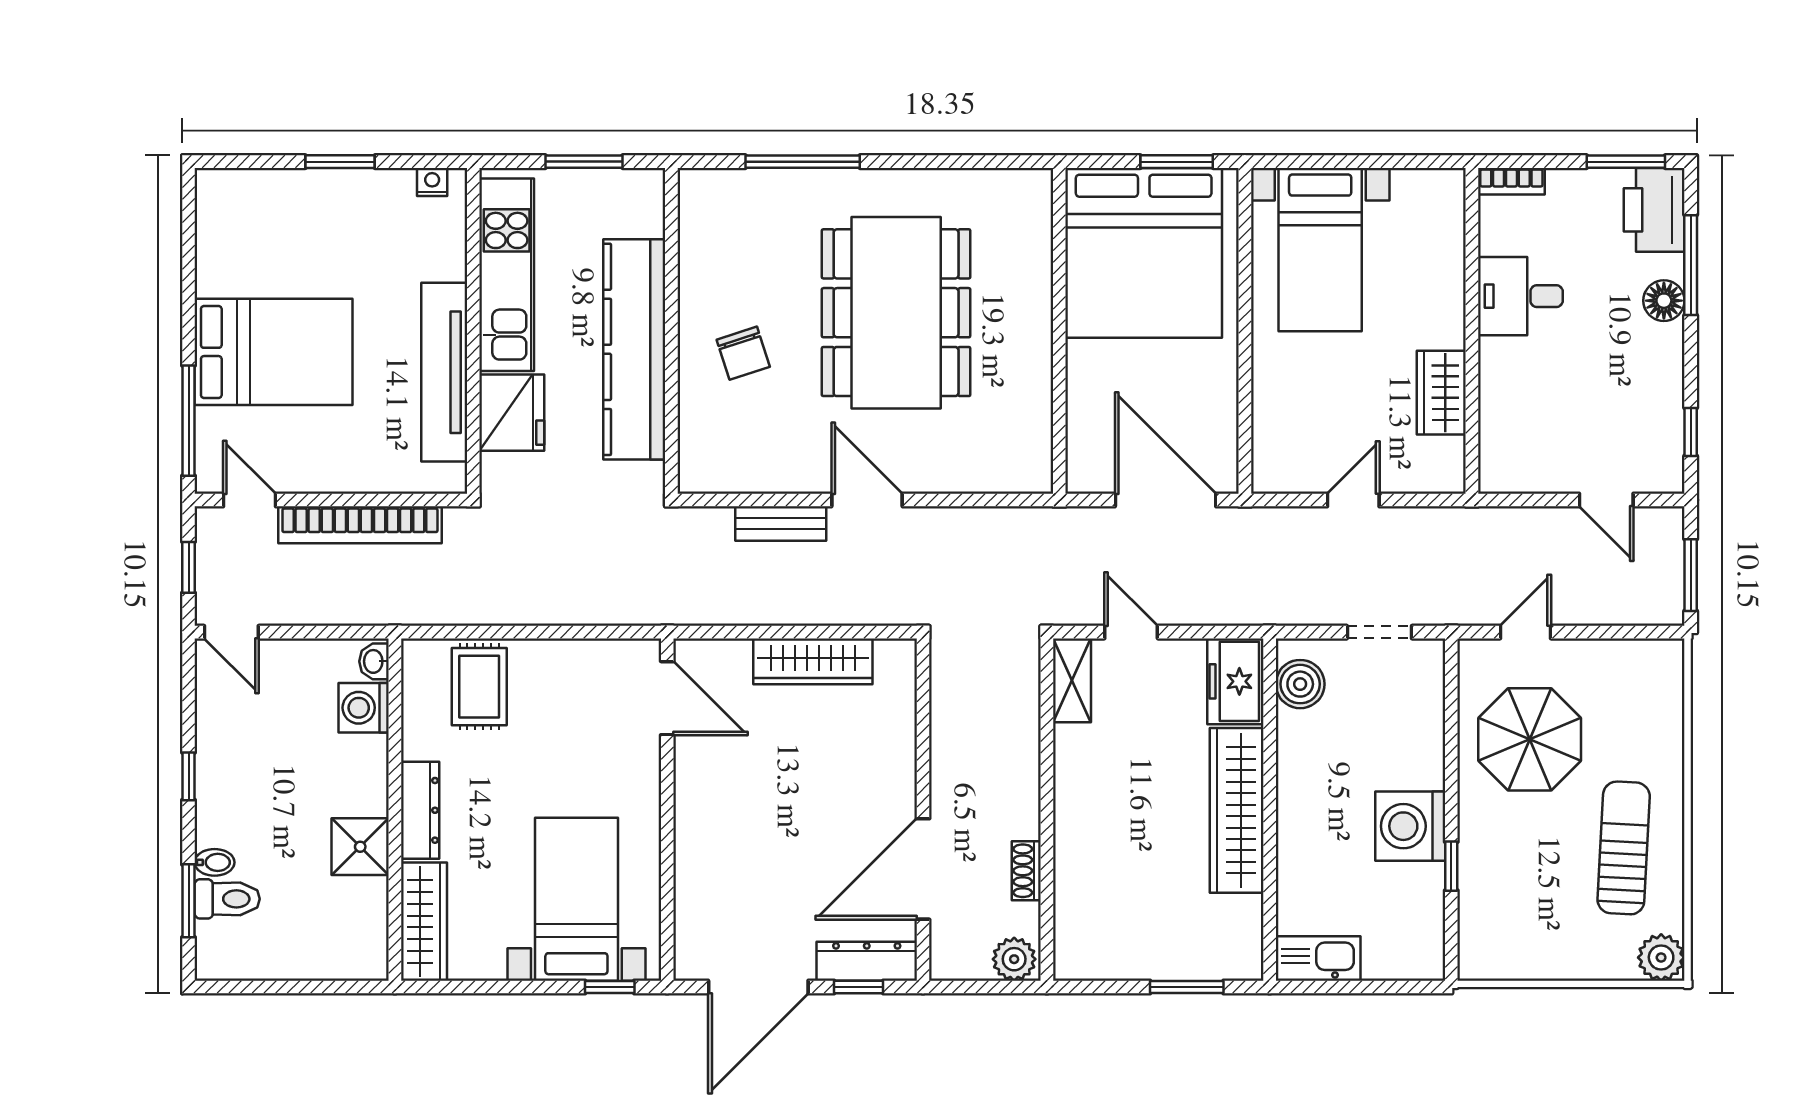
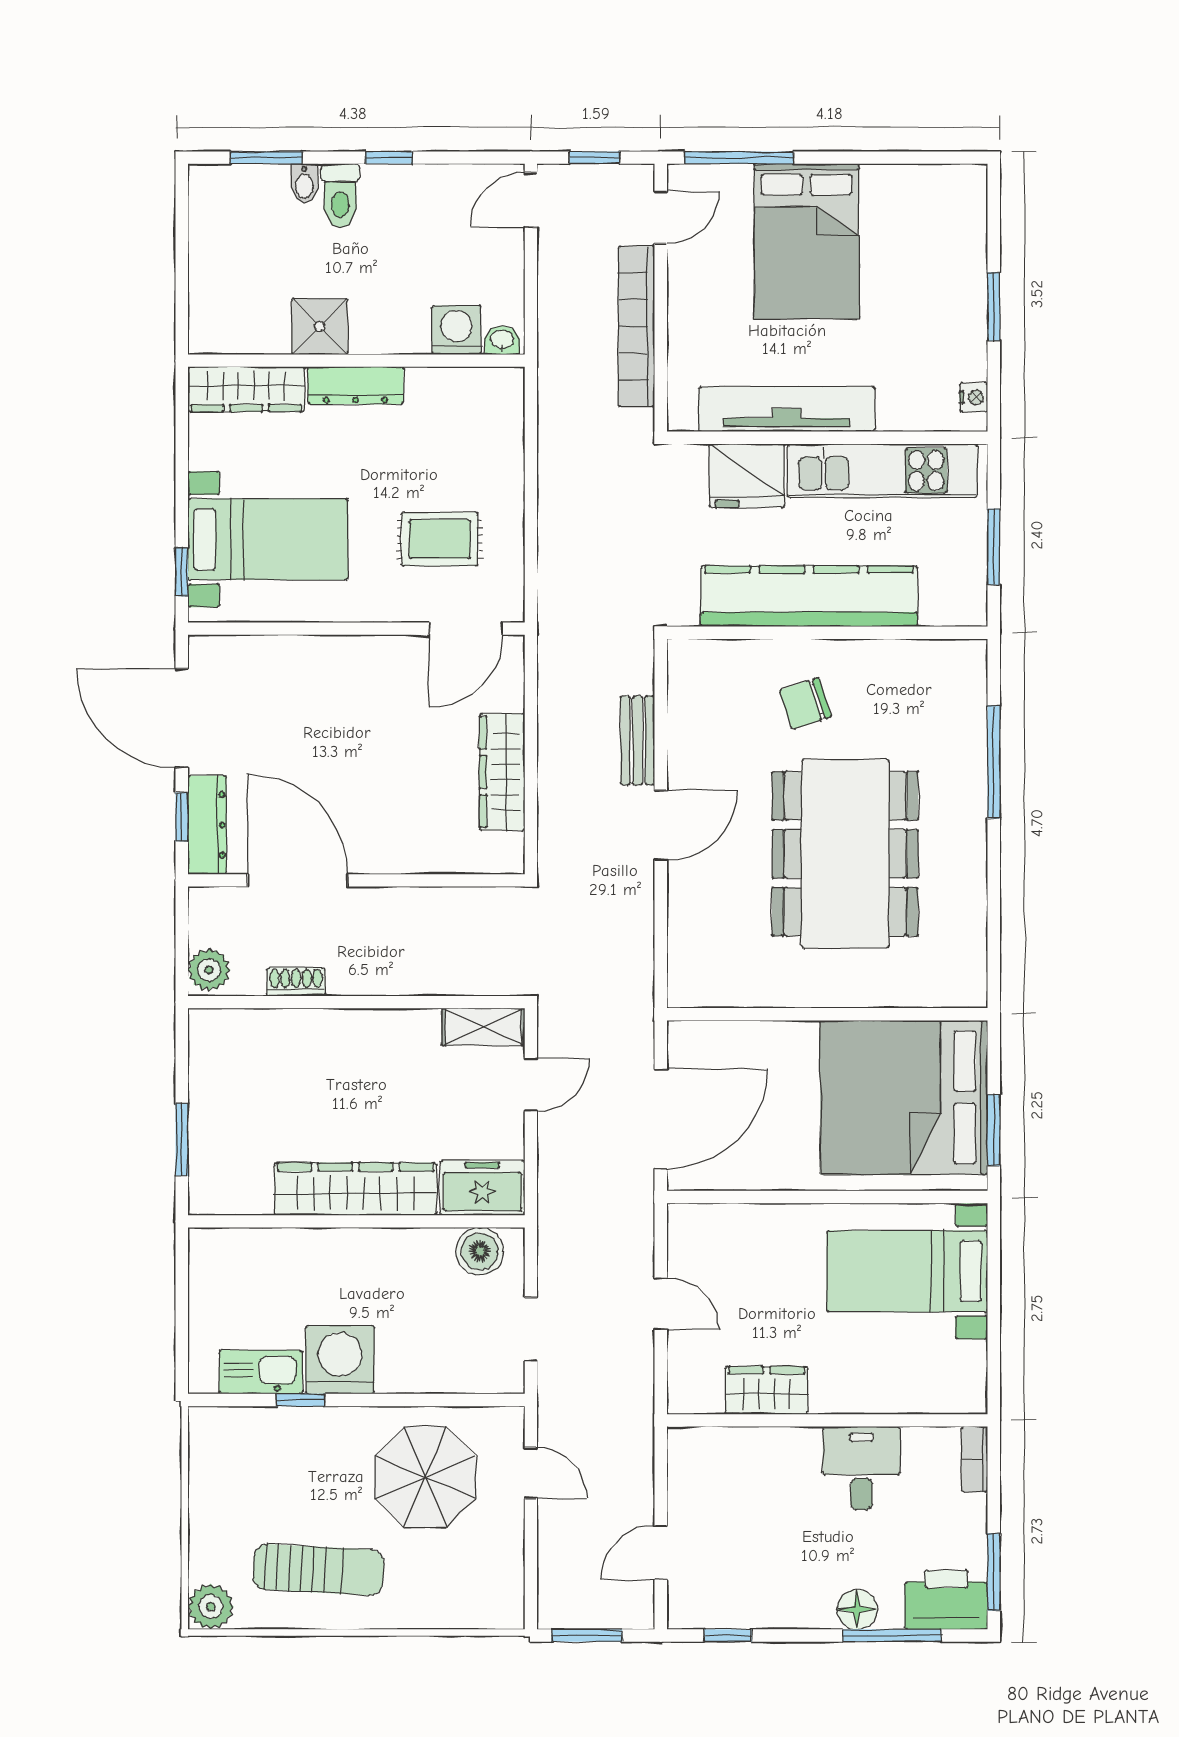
dining table: (896, 313) -> (845, 854), turned 90
rug: (479, 687) -> (440, 539), moved
toilet: (227, 899) -> (340, 196), moved
kitchen sink: (1318, 958) -> (261, 1372), moved, turned -90

